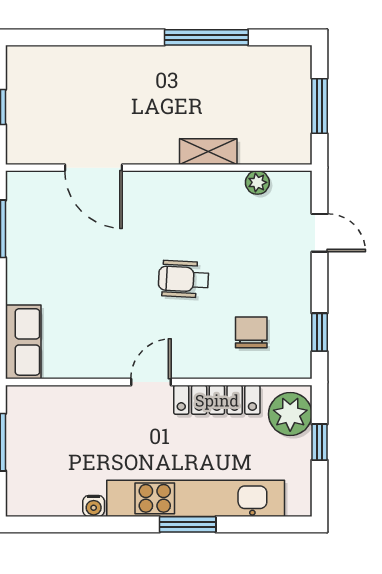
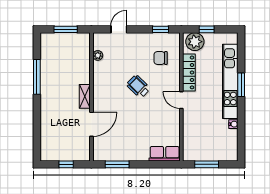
shelving: (208, 152) -> (85, 96), moved
wheelchair: (183, 279) -> (138, 86), turned 131

